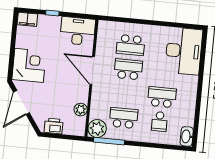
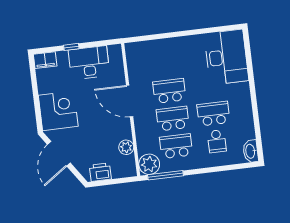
desk: (78, 31) -> (89, 63), moved
school desk: (131, 45) -> (173, 119), moved, turned 180

